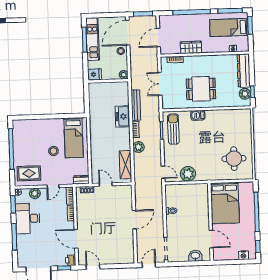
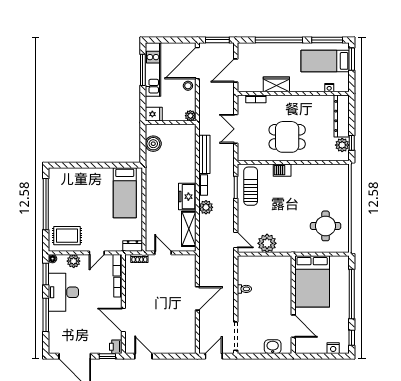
boiler: (95, 98) -> (153, 144), added
freezer: (123, 116) -> (187, 197), moved
stool: (53, 151) -> (99, 209), removed

